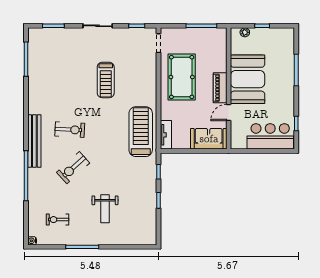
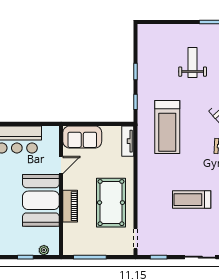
treadmill: (106, 80) -> (192, 200), turned -90
piano: (220, 88) -> (70, 206), moved
treadmill: (141, 132) -> (167, 127), moved

